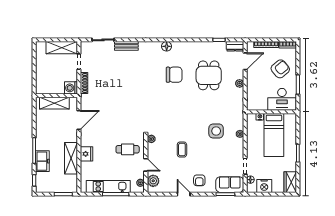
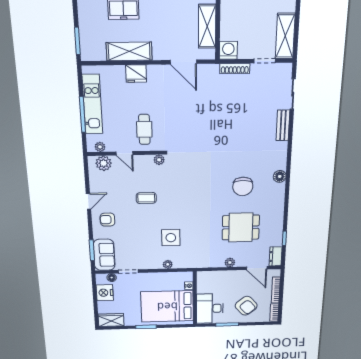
bed: (274, 135) -> (167, 306), width x1.50
door: (146, 165) -> (124, 153), hinge flipped

